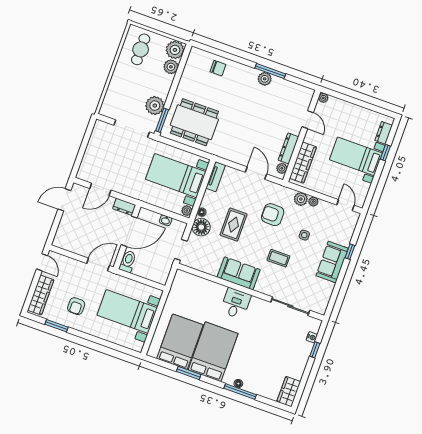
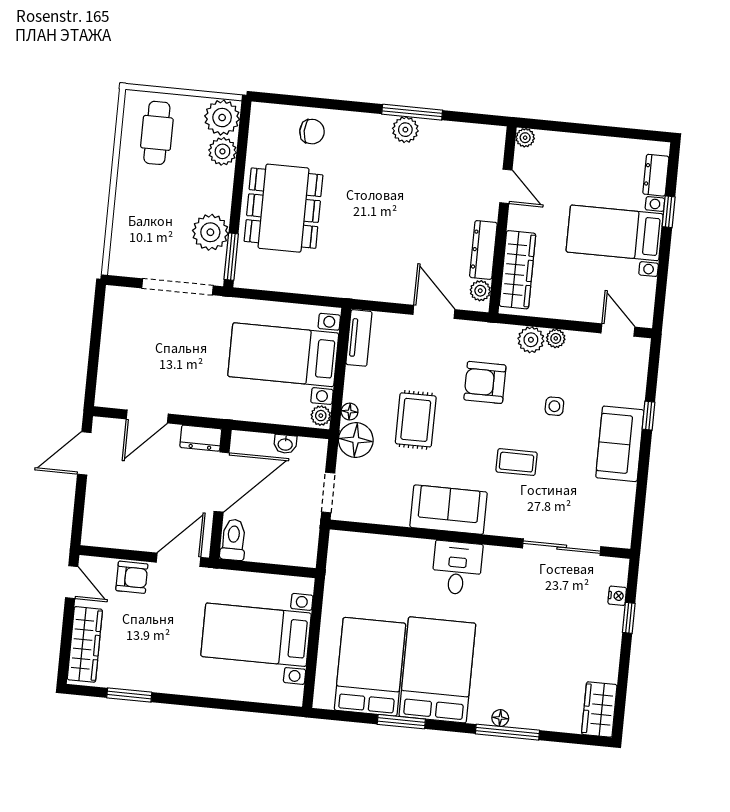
dining table: (194, 122) -> (283, 208), moved, turned 90
armchair: (76, 306) -> (132, 577), moved, turned -90

